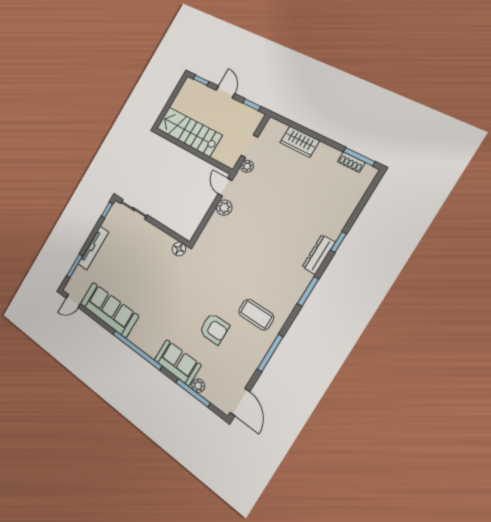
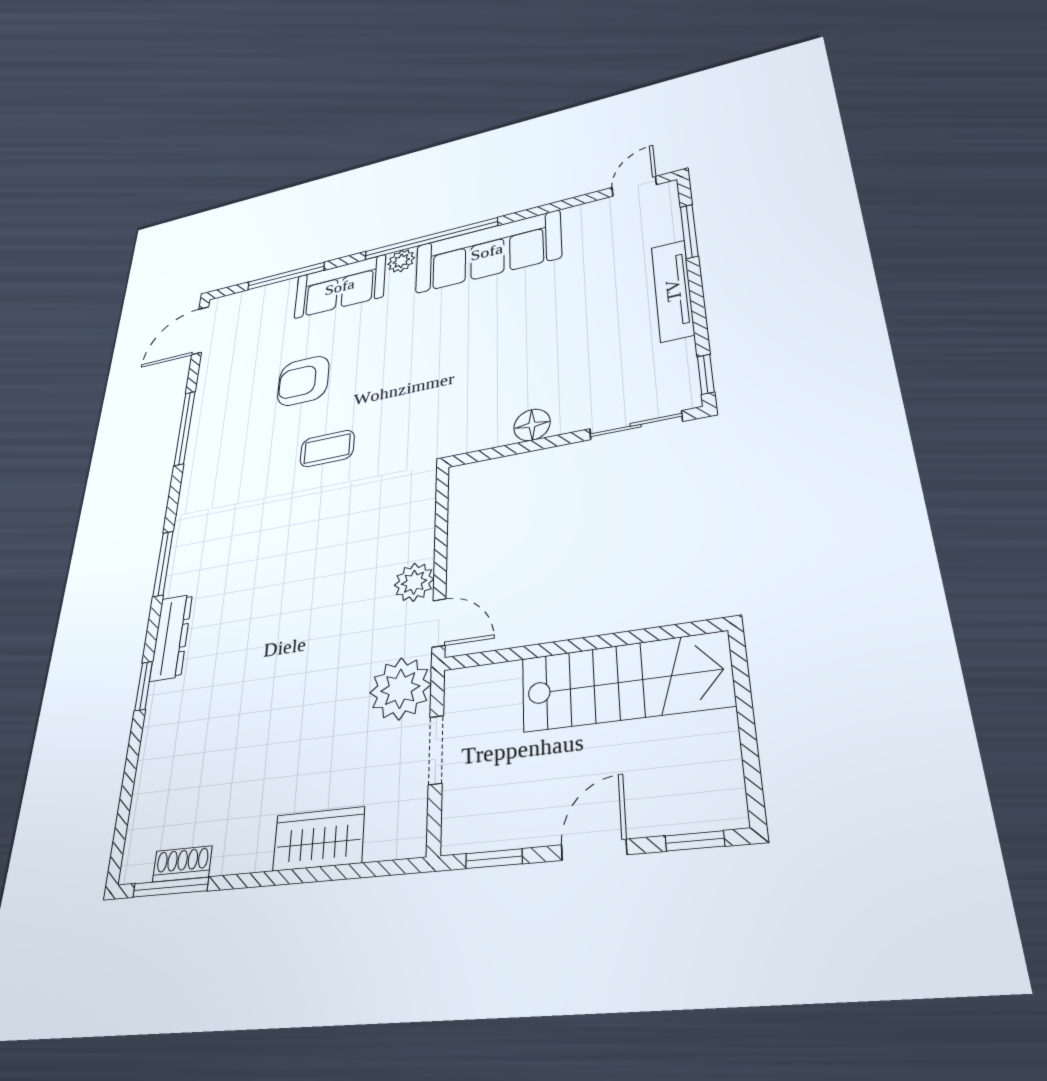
door: (225, 92) -> (594, 850), swing flipped
plant: (247, 166) -> (400, 689), width x1.87, depth x1.87
floor lamp: (179, 249) -> (532, 425), moved
sofa: (109, 310) -> (487, 252), moved
coffee table: (256, 315) -> (327, 449), moved, width x0.73, depth x0.77
plant: (198, 386) -> (401, 261), moved
door: (240, 402) -> (200, 331), hinge flipped

